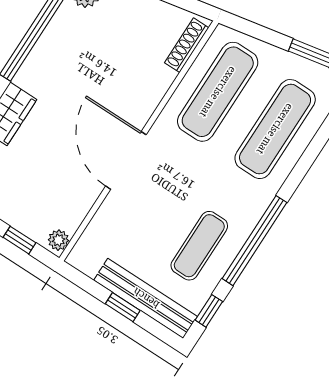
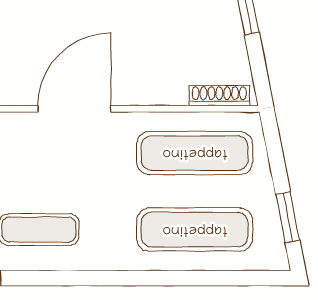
window: (255, 241) -> (78, 278), removed

